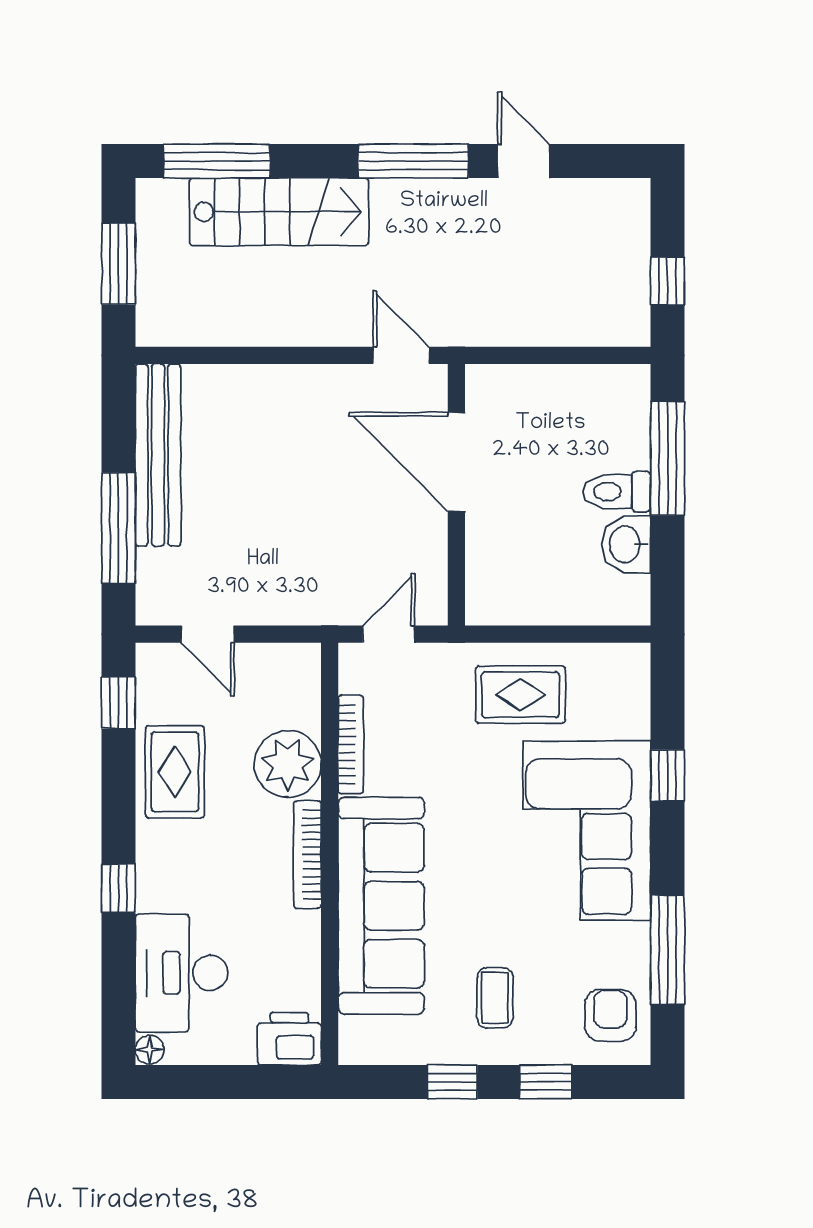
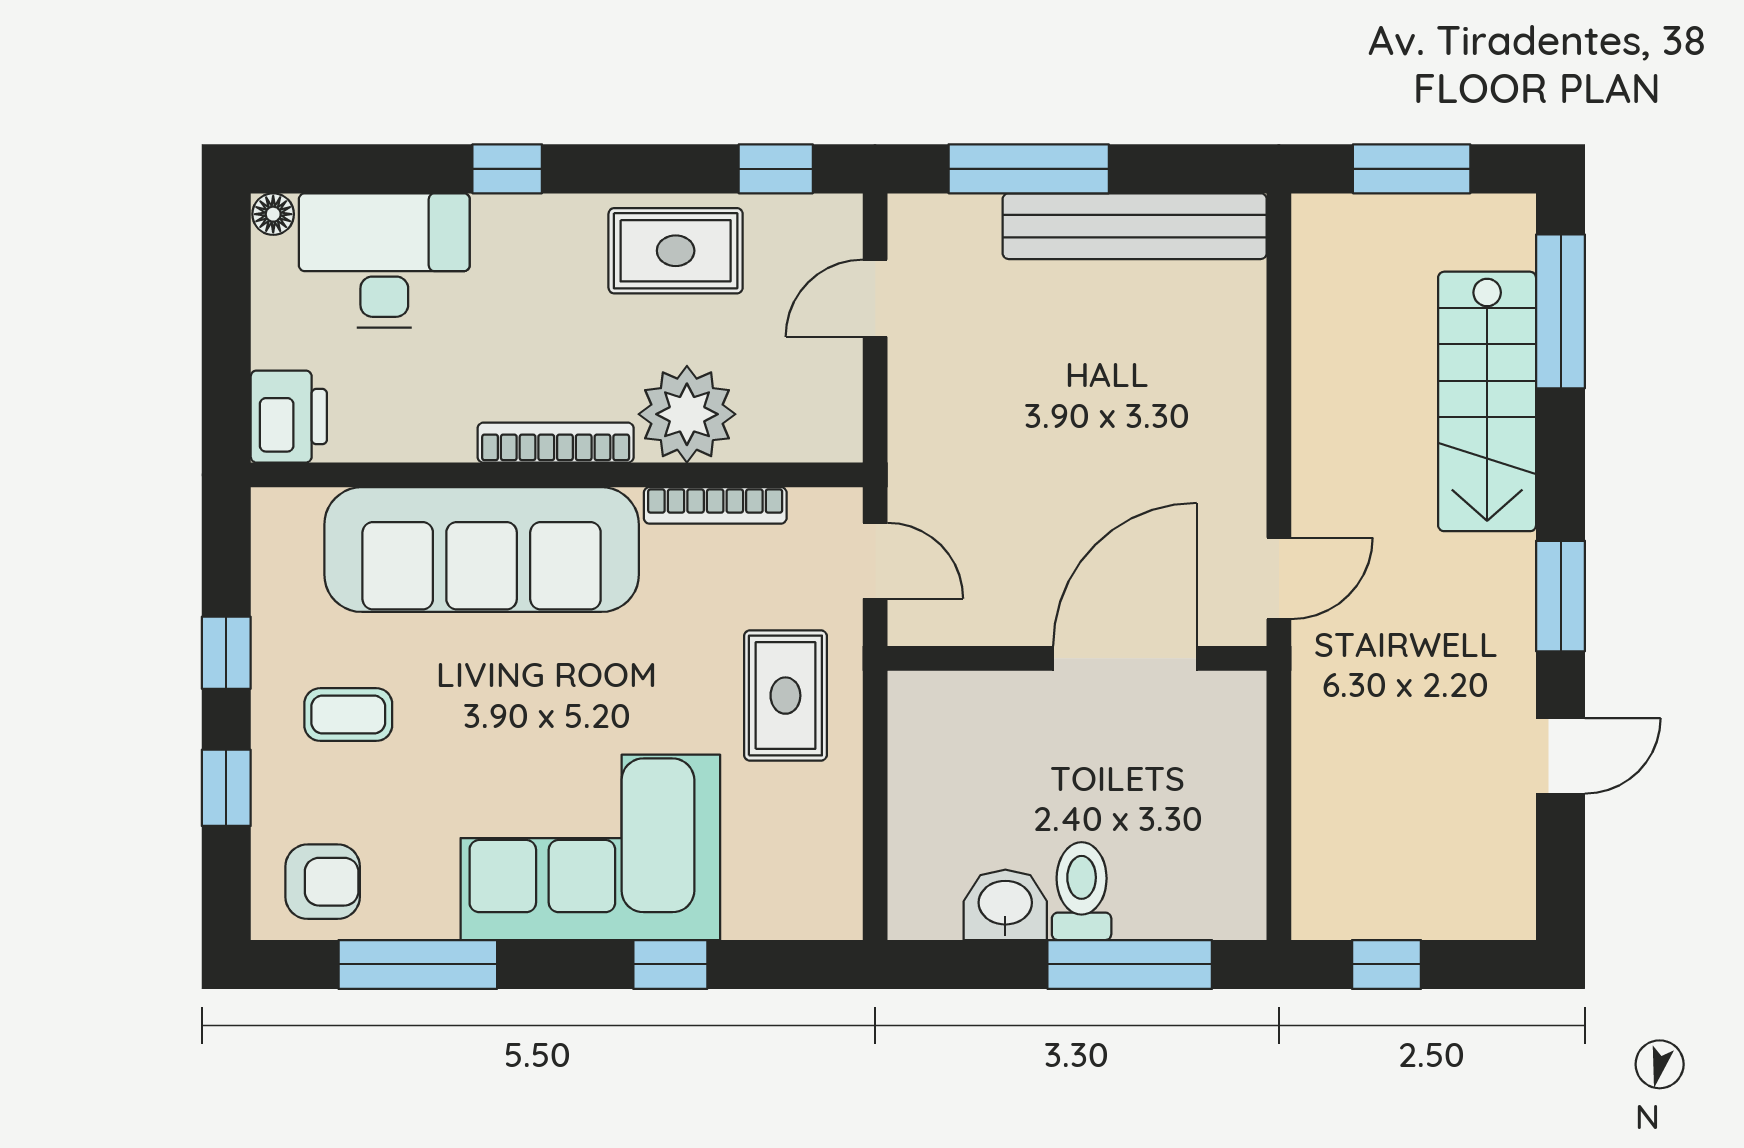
window: (413, 161) -> (1561, 596), width x0.69
rug: (520, 695) -> (785, 696), moved

